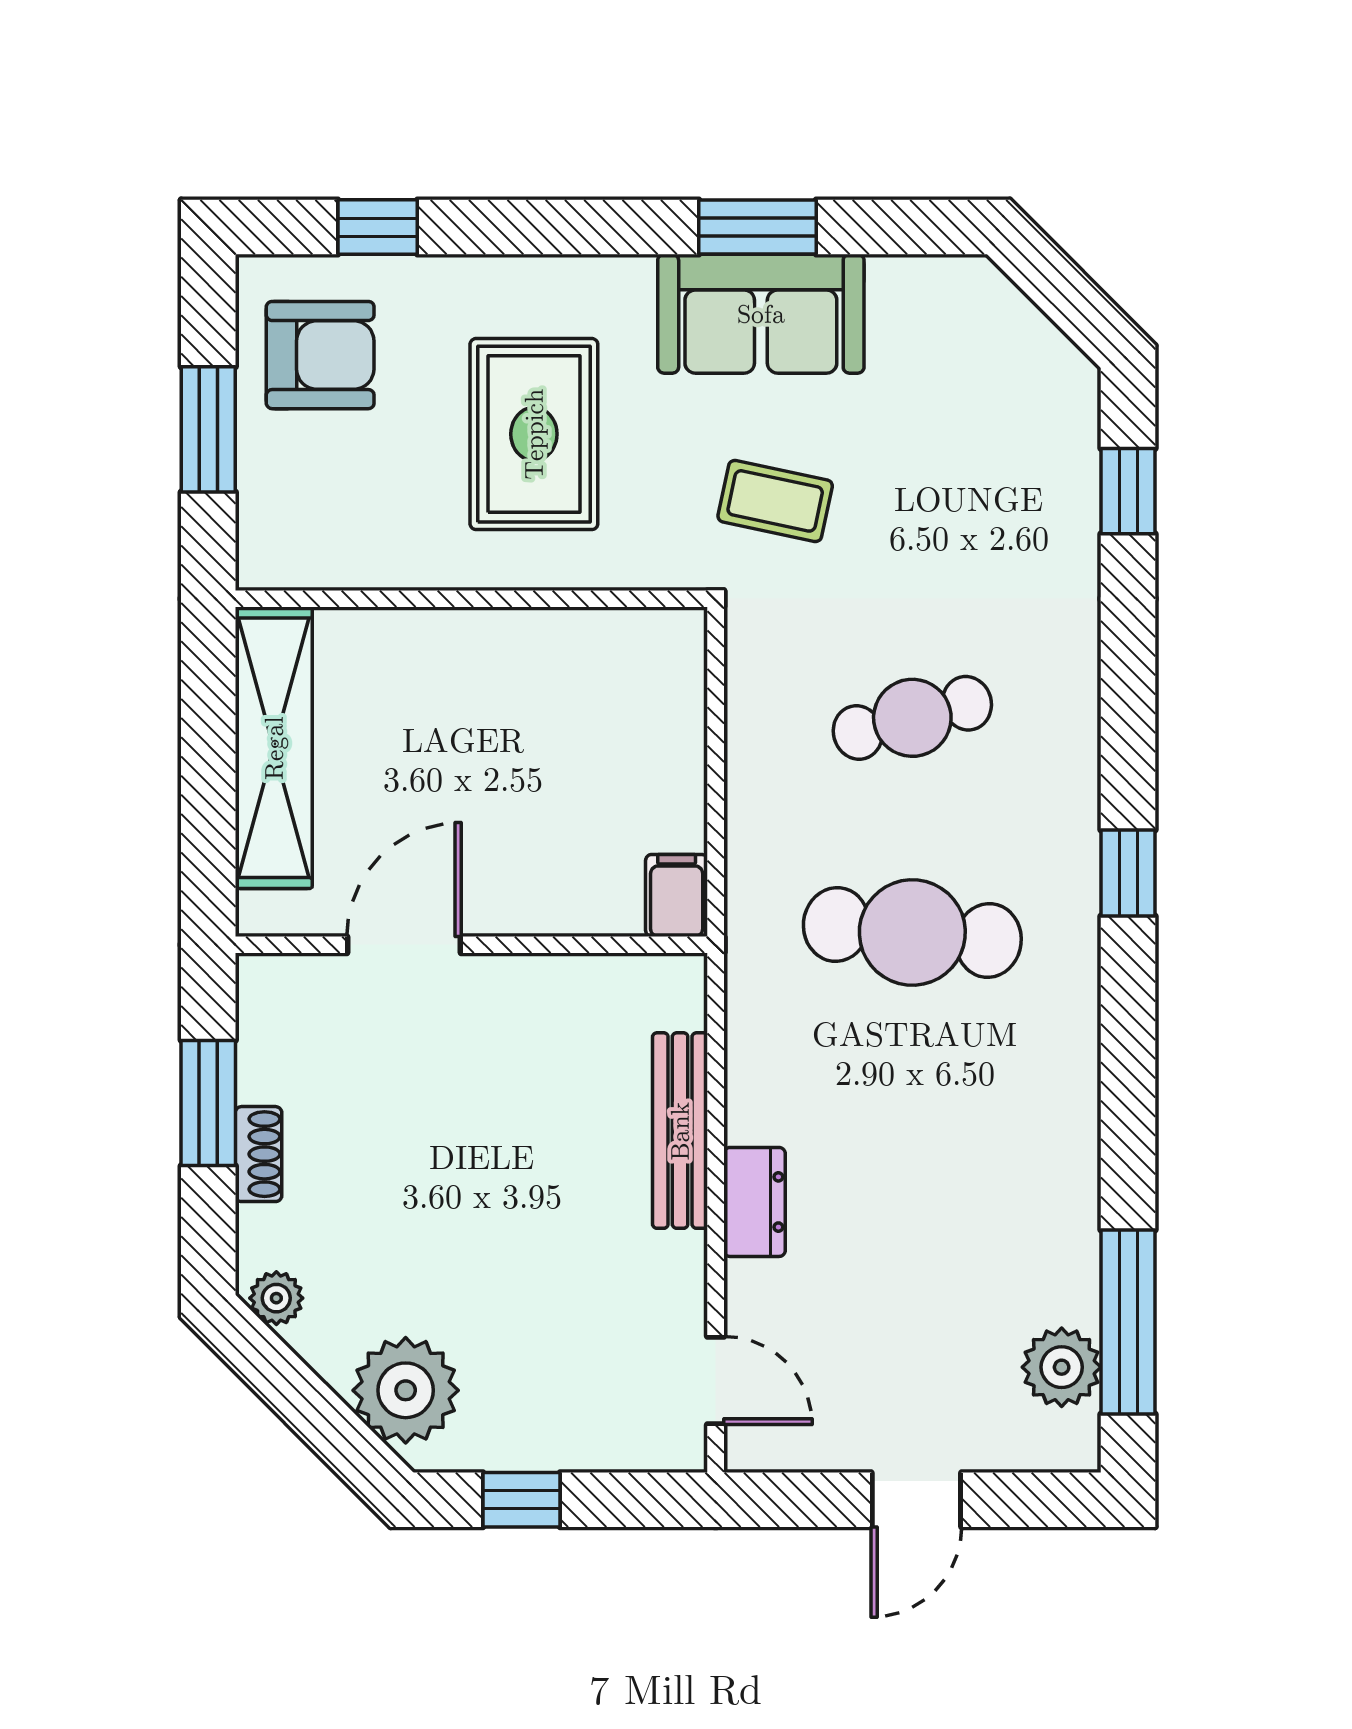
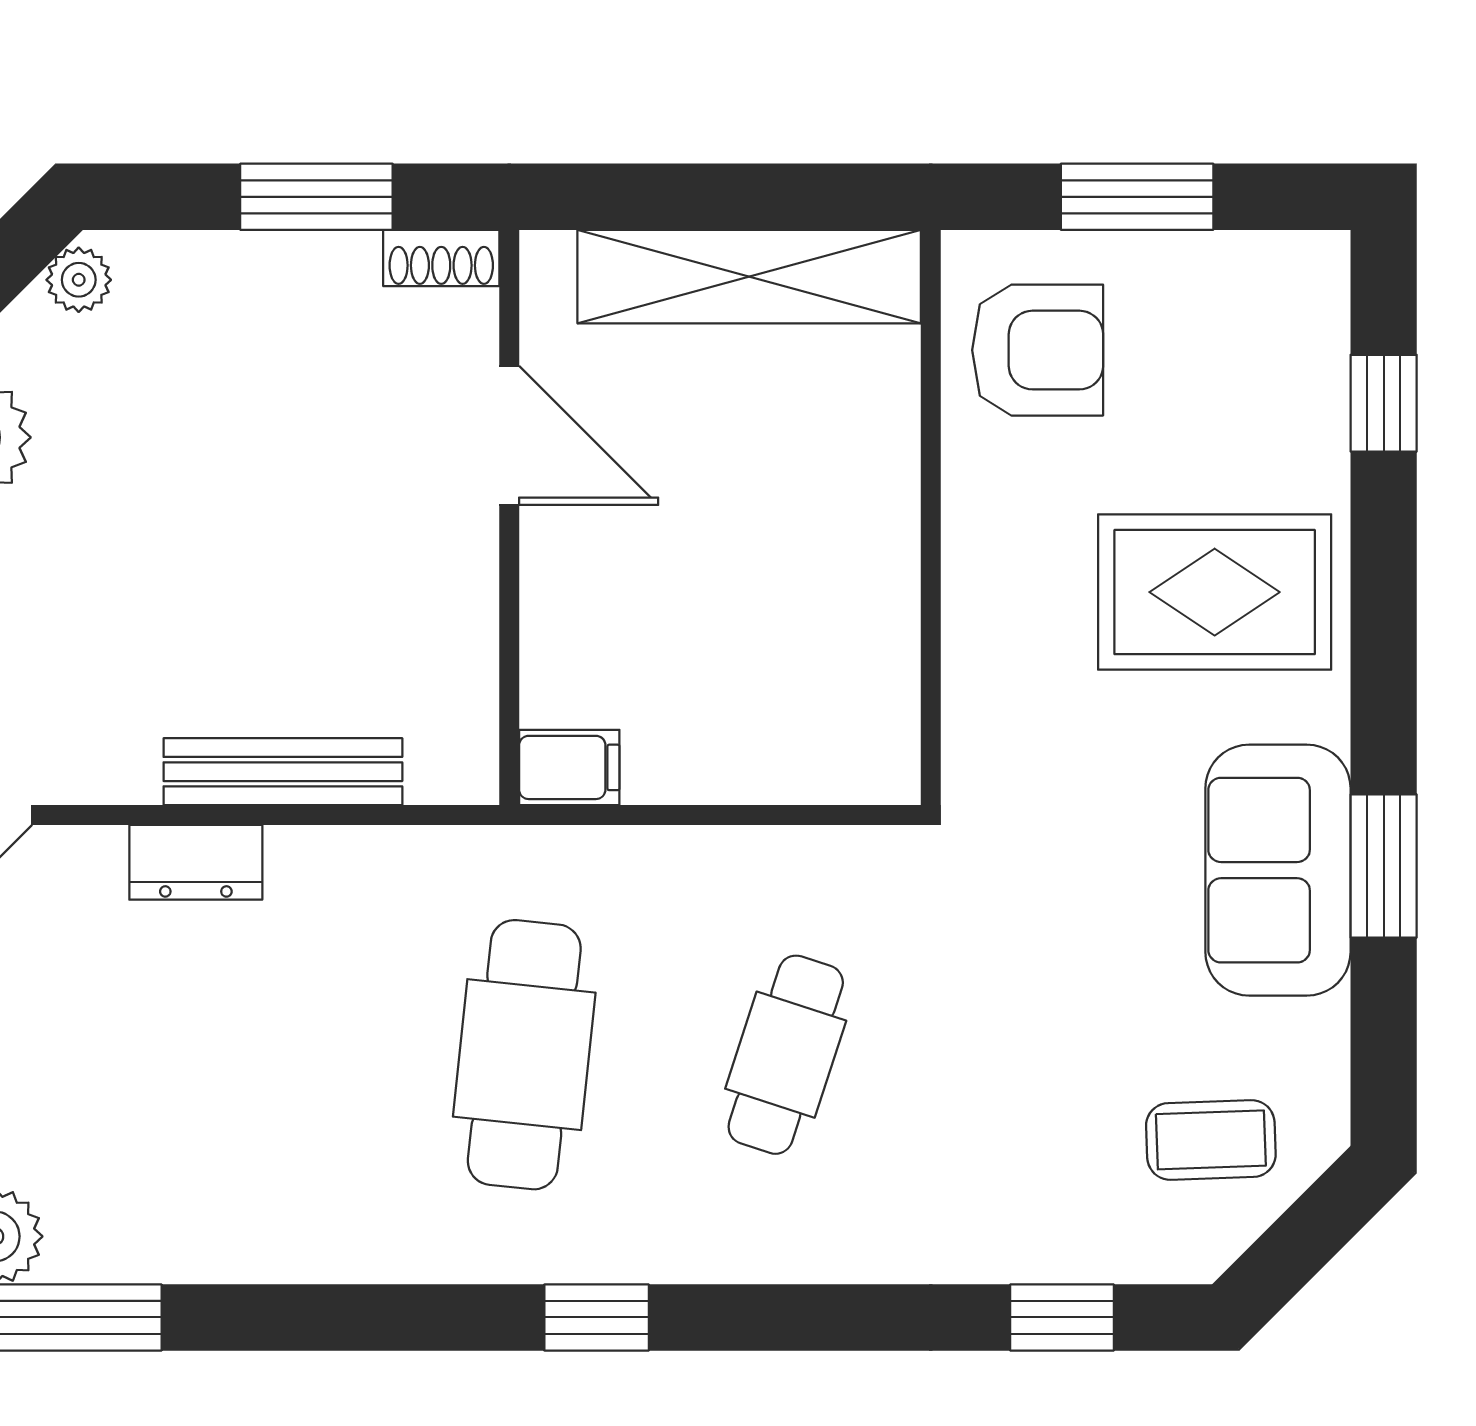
armchair: (320, 355) -> (1038, 350), moved, turned -90
rug: (534, 434) -> (1215, 592), moved
coffee table: (775, 501) -> (1211, 1140), moved, turned 76
cafe table: (912, 718) -> (786, 1055), turned 33
shoe rack: (258, 1154) -> (441, 258), moved

